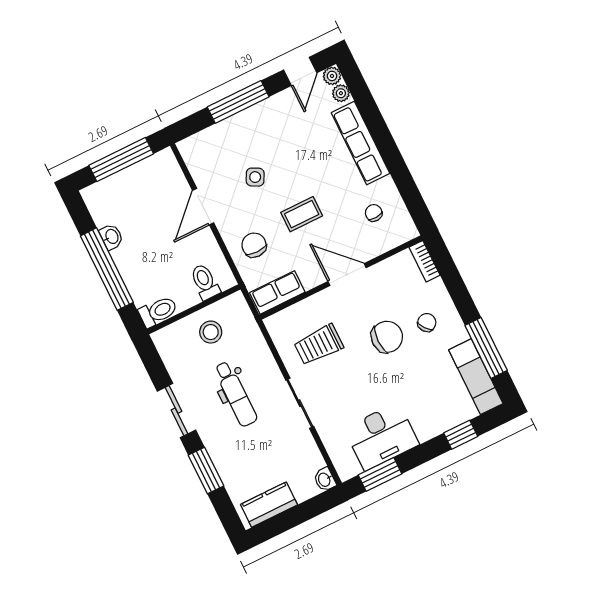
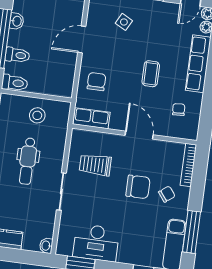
side table: (255, 177) -> (124, 22), moved
coffee table: (302, 214) -> (151, 74), moved, turned 90
bookcase: (424, 261) -> (188, 165), width x1.56
toilet: (205, 282) -> (18, 55), moved, turned 90

